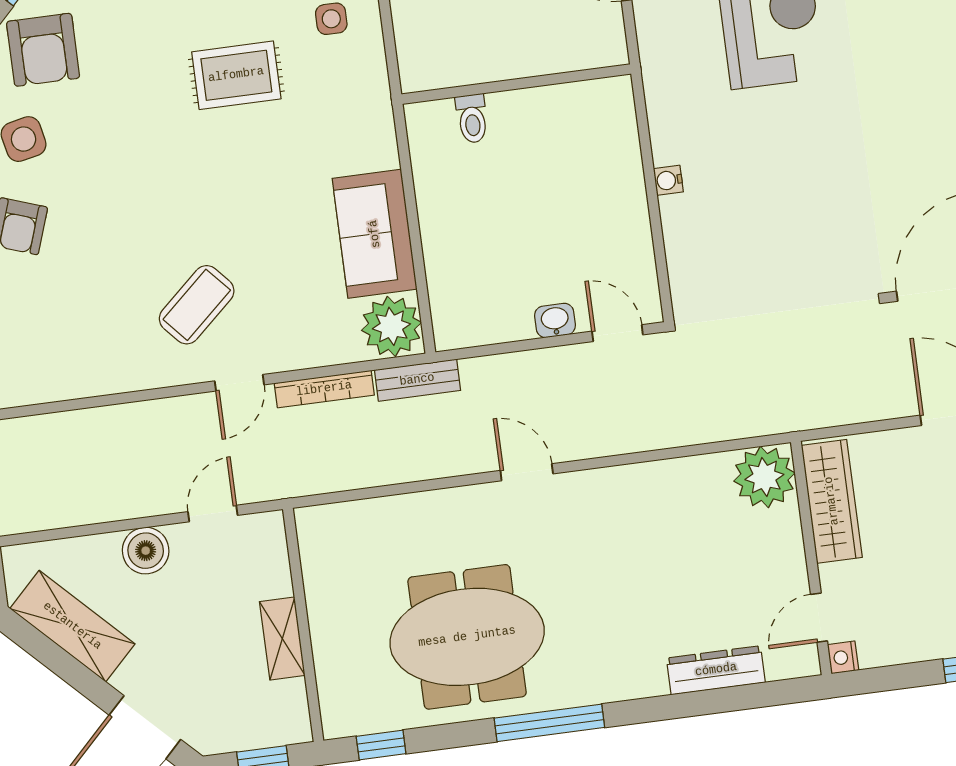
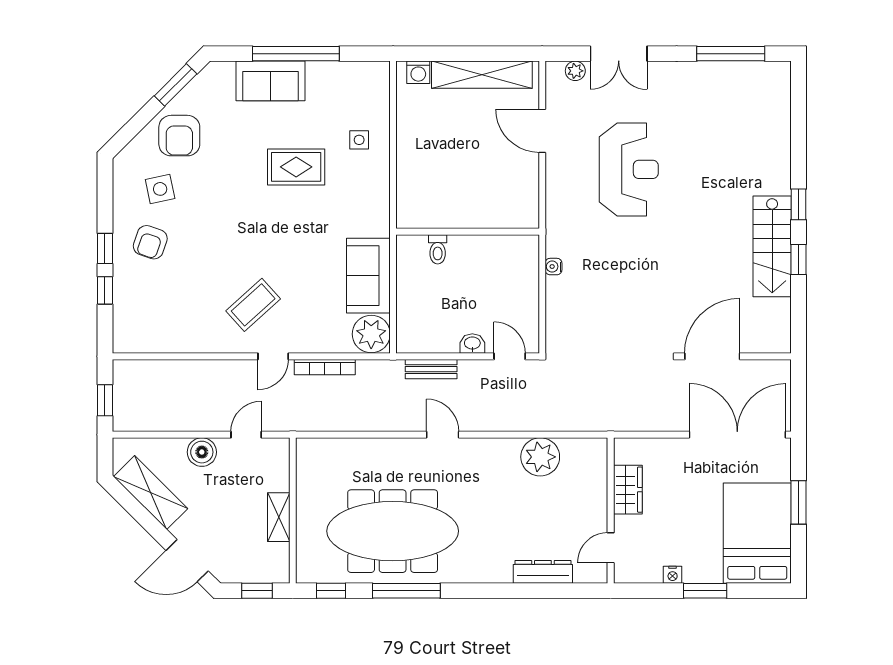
wall: (516, 84) -> (468, 232), moved
toilet: (472, 119) -> (438, 249), moved
bench: (417, 380) -> (431, 369), moved
plant: (764, 477) -> (540, 457), moved
wardrobe: (832, 501) -> (628, 490), width x0.67
meeting table: (467, 637) -> (393, 531), width x1.36
nightstand: (843, 657) -> (673, 575), moved, turned -90
window: (549, 723) -> (406, 591), moved

